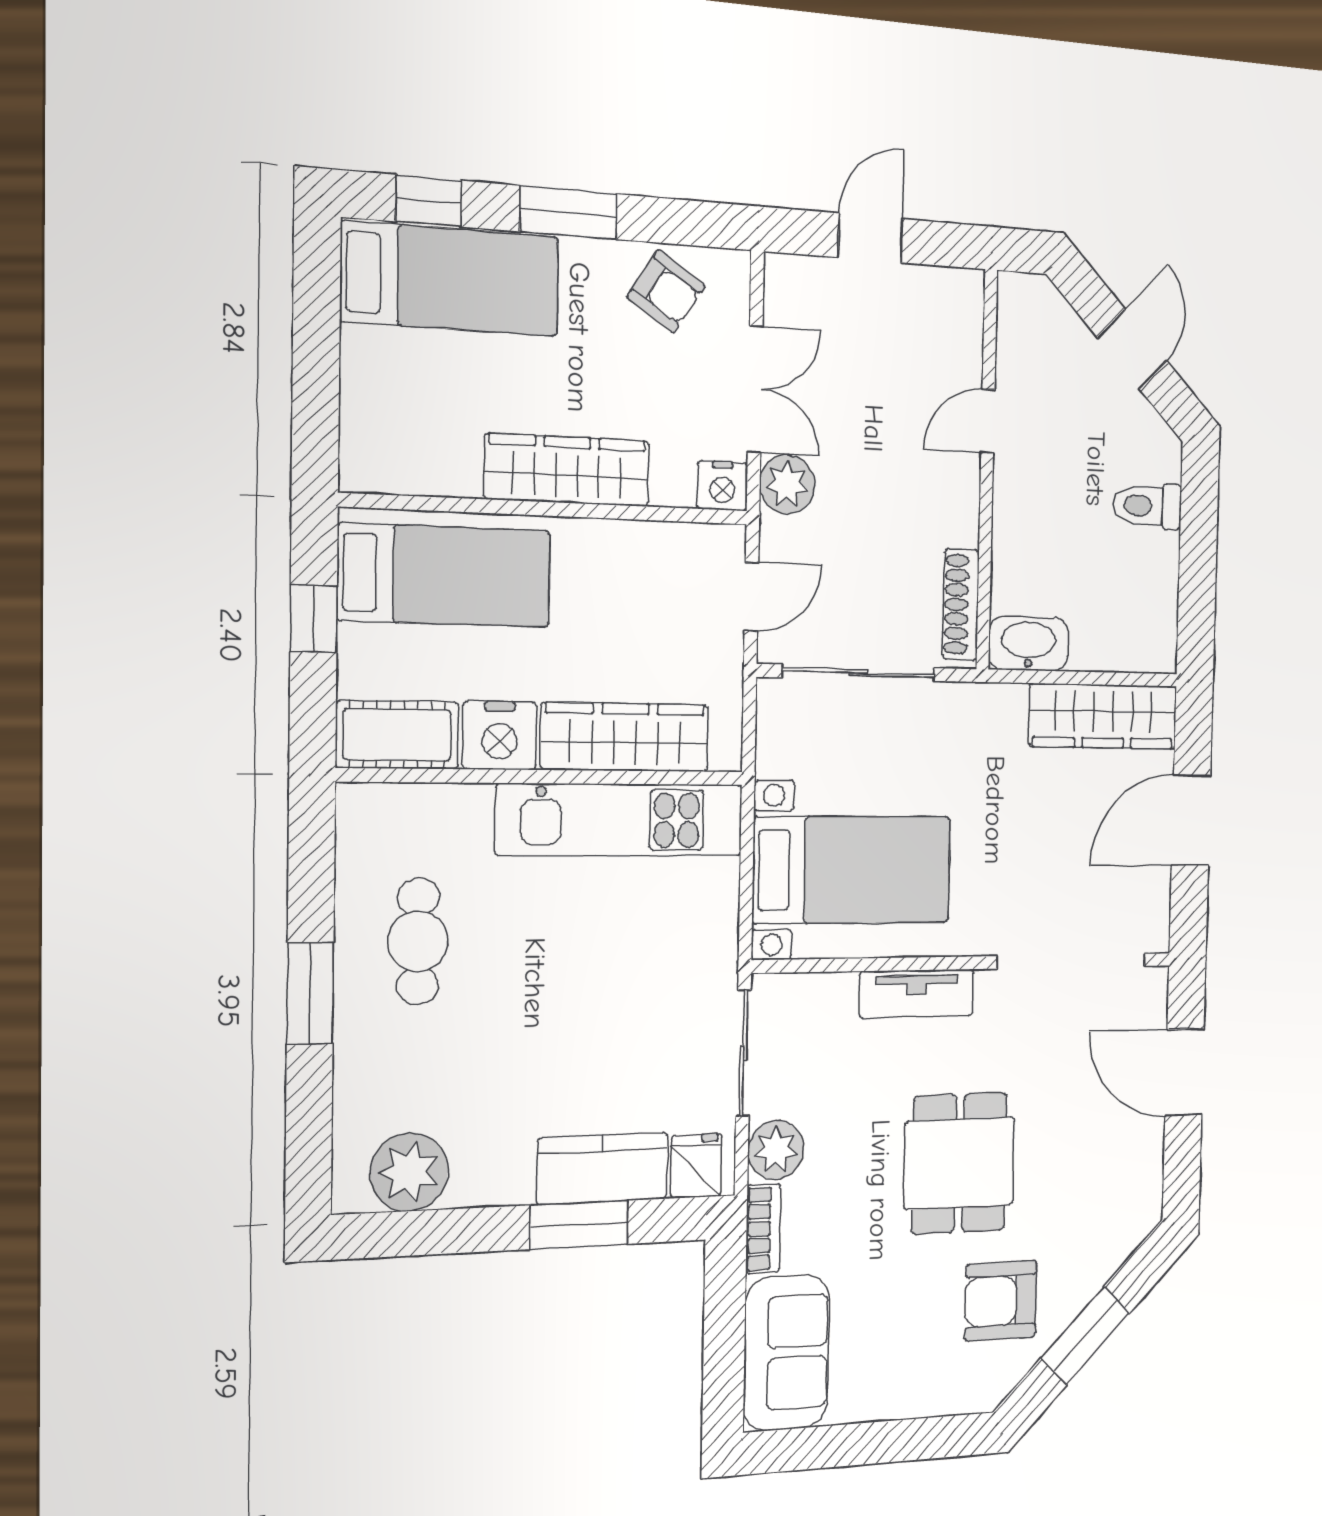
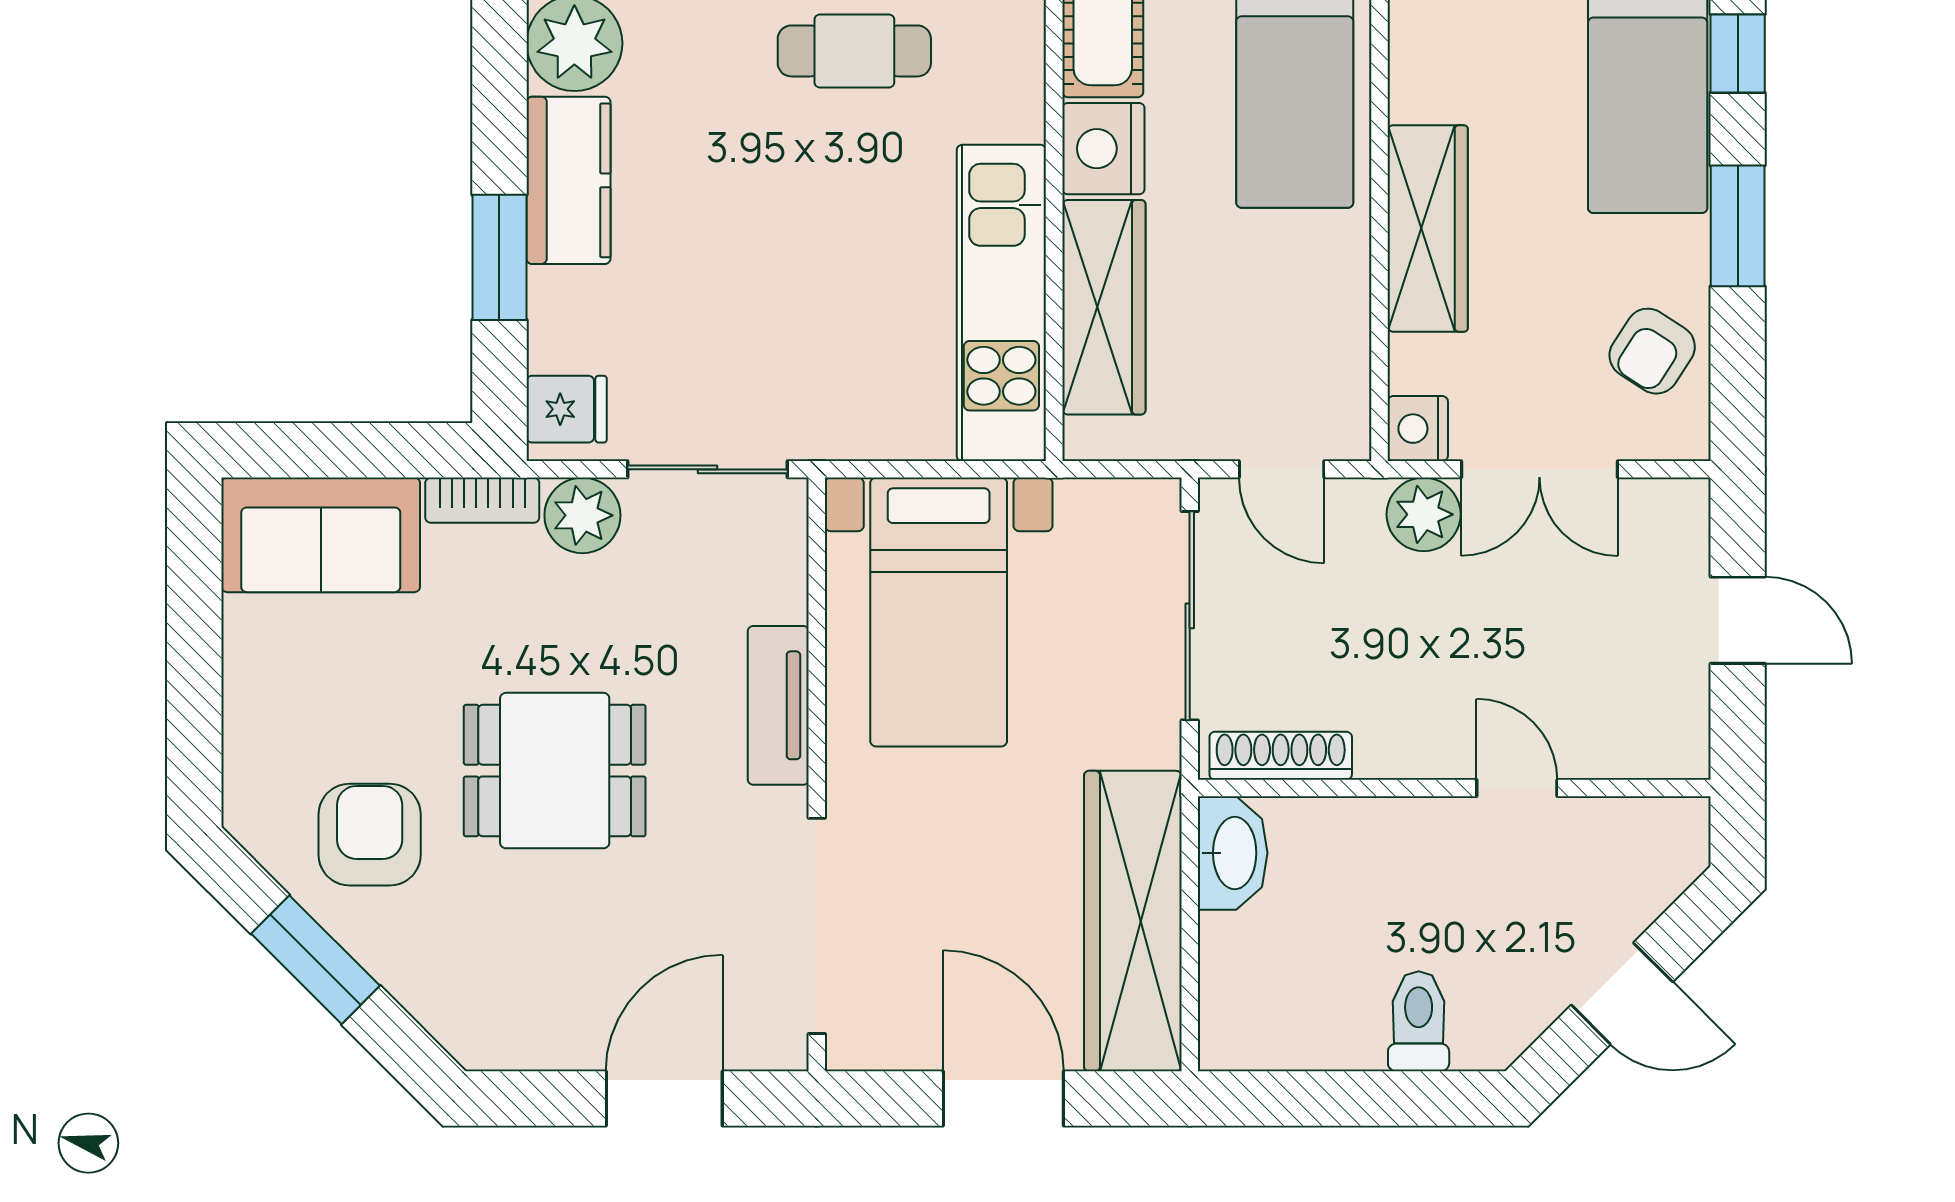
wardrobe: (1103, 716) -> (1133, 921), width x1.40, depth x1.17
kitchen counter: (602, 1168) -> (568, 180), moved

